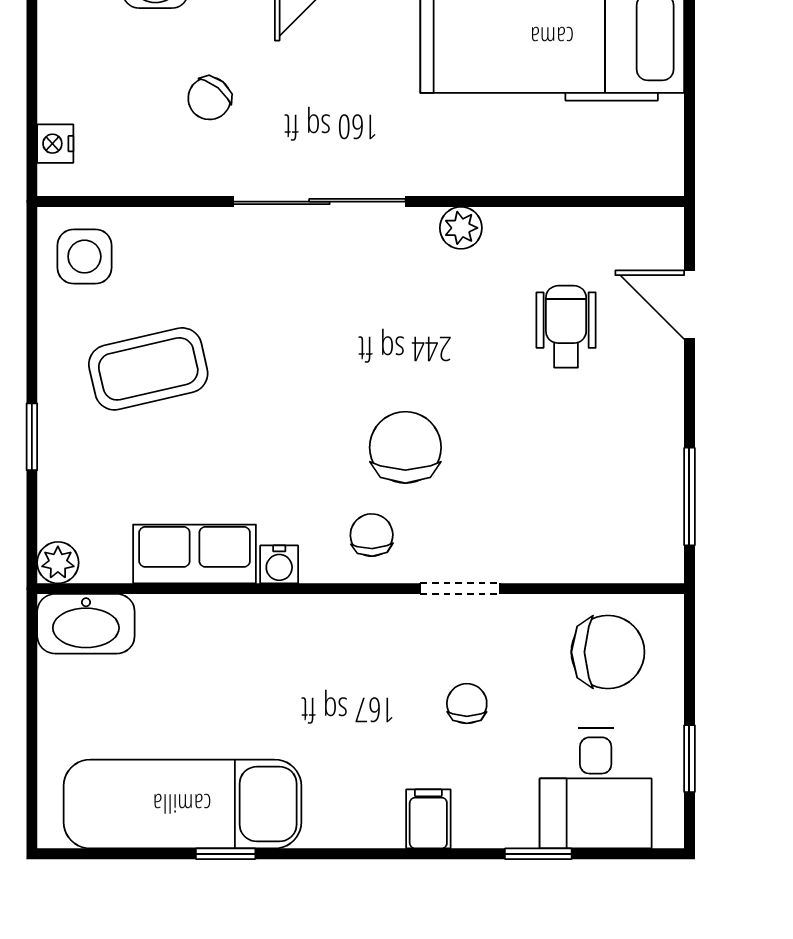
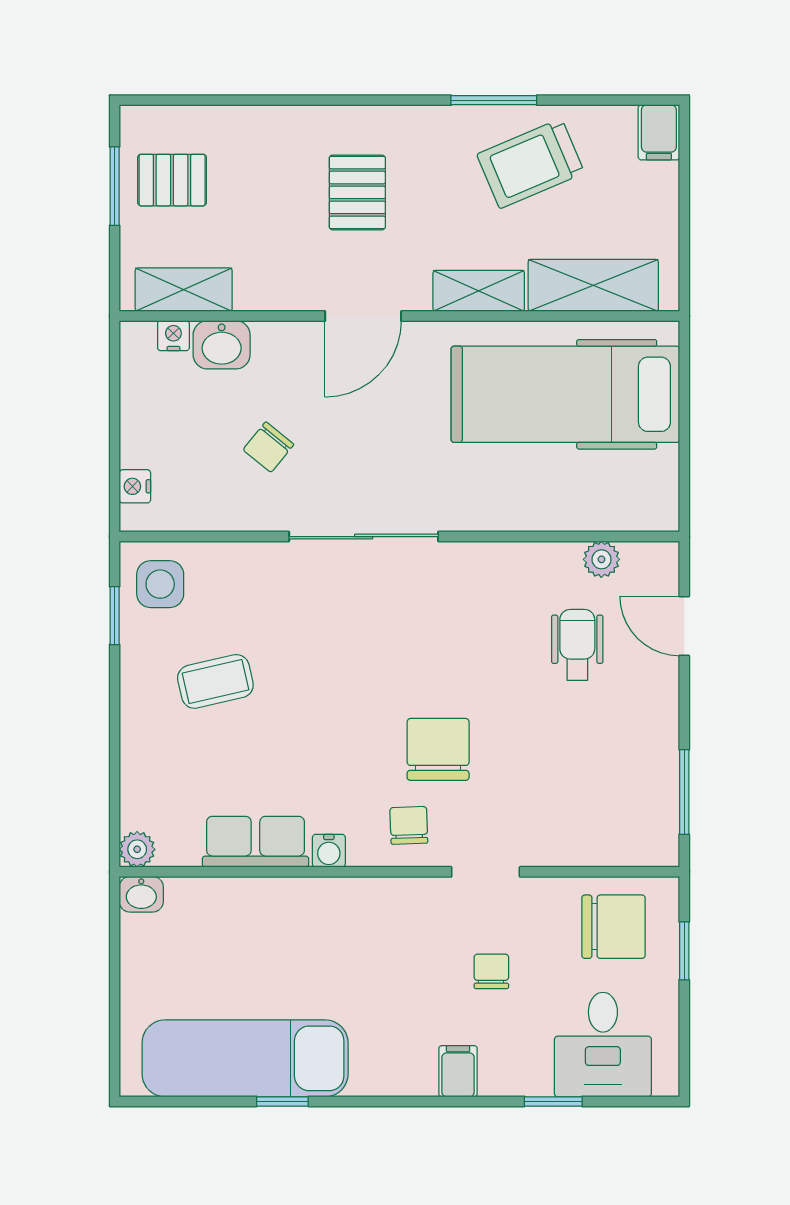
plant: (461, 228) -> (601, 559), moved
coffee table: (148, 369) -> (215, 681), width x0.73, depth x0.77
window: (32, 437) -> (115, 616), moved
washbasin: (86, 624) -> (141, 894), width x0.52, depth x0.69
window: (689, 759) -> (684, 951), moved

